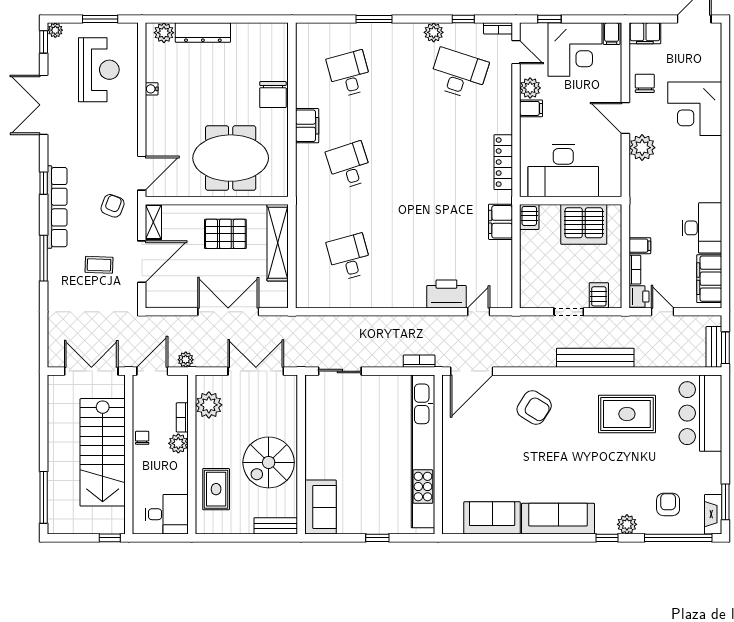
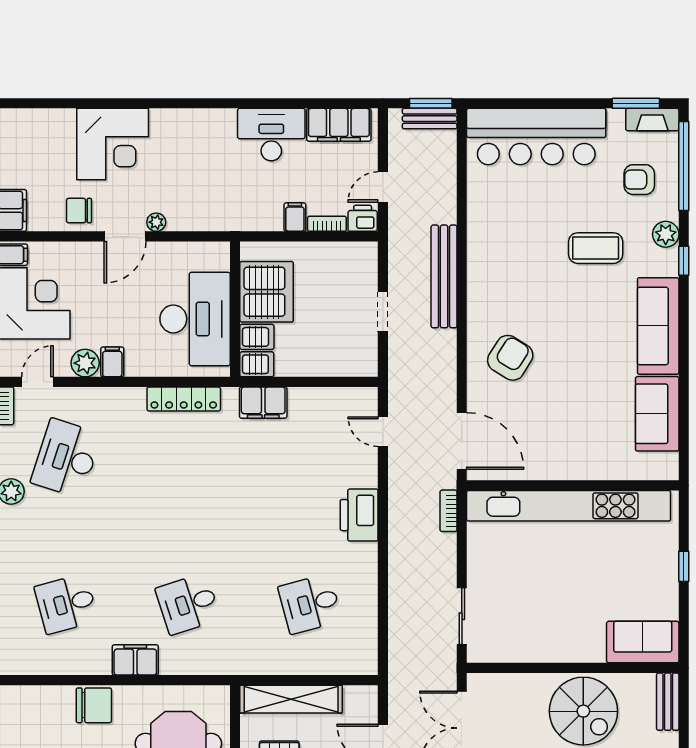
plant: (642, 148) -> (156, 222), width x0.53, depth x0.53
printer: (446, 294) -> (359, 515), moved
server rack: (599, 295) -> (257, 337), moved, turned 180
bar counter: (700, 413) -> (536, 137), width x1.36
rug: (627, 414) -> (519, 234), removed
coffee table: (617, 472) -> (596, 248), added

